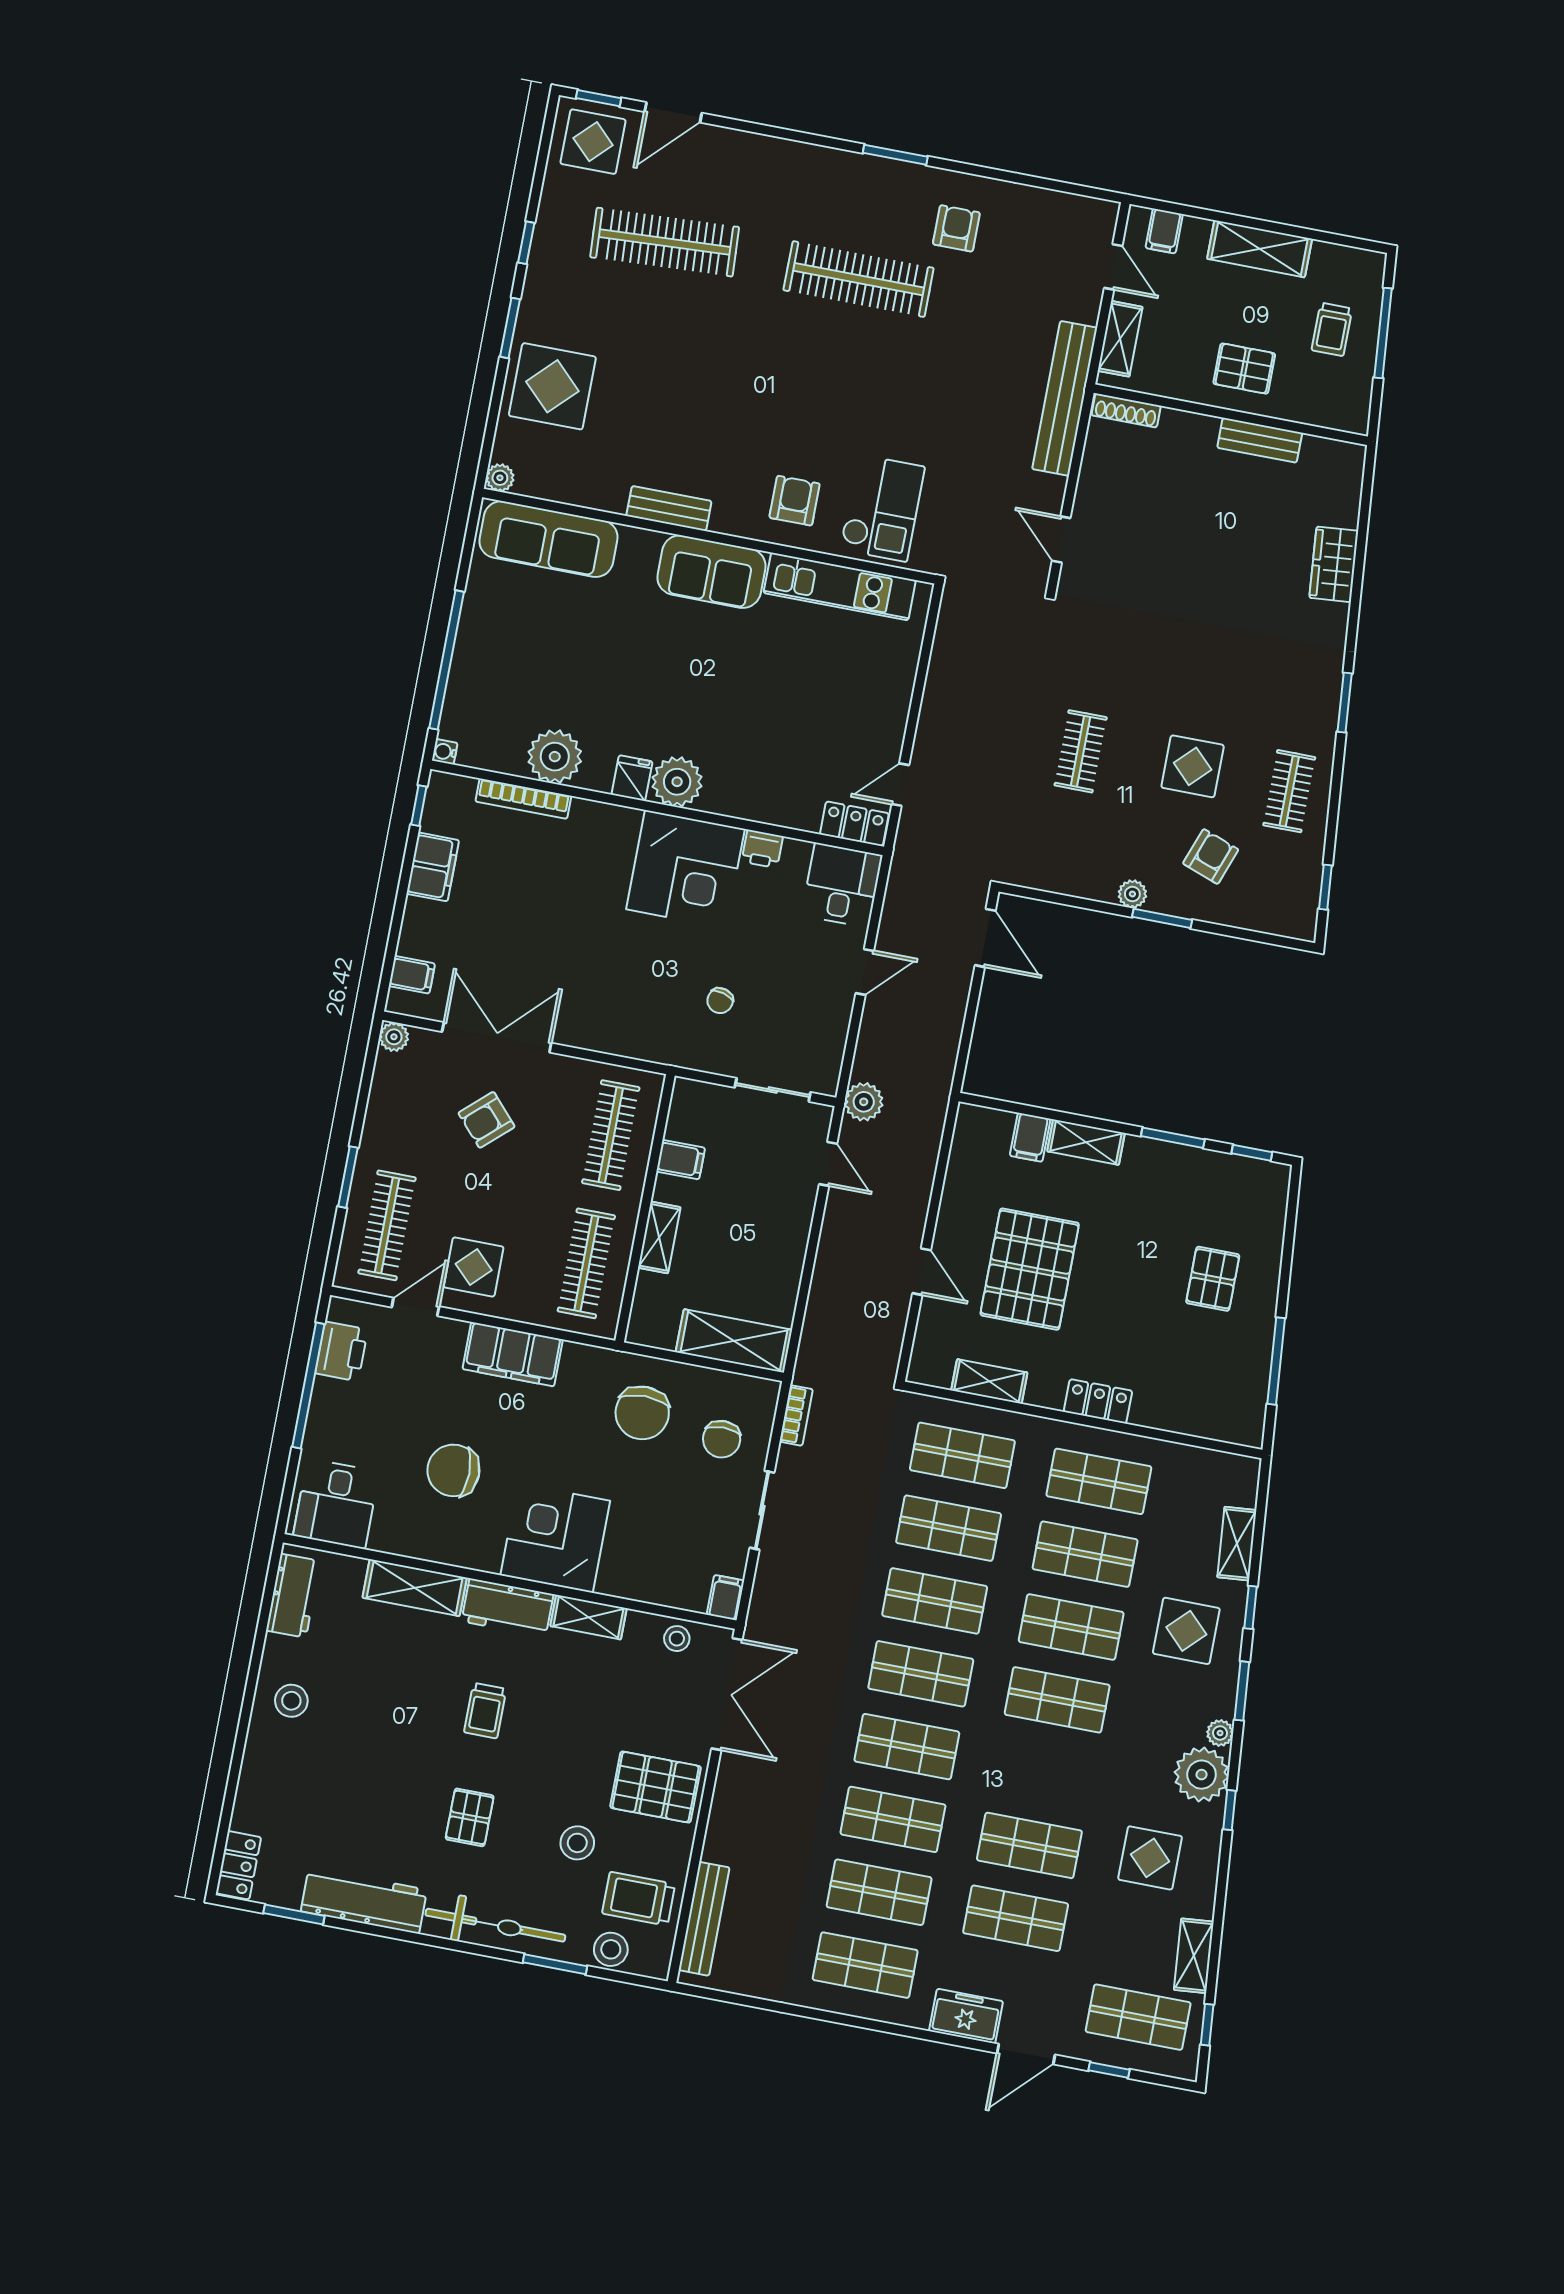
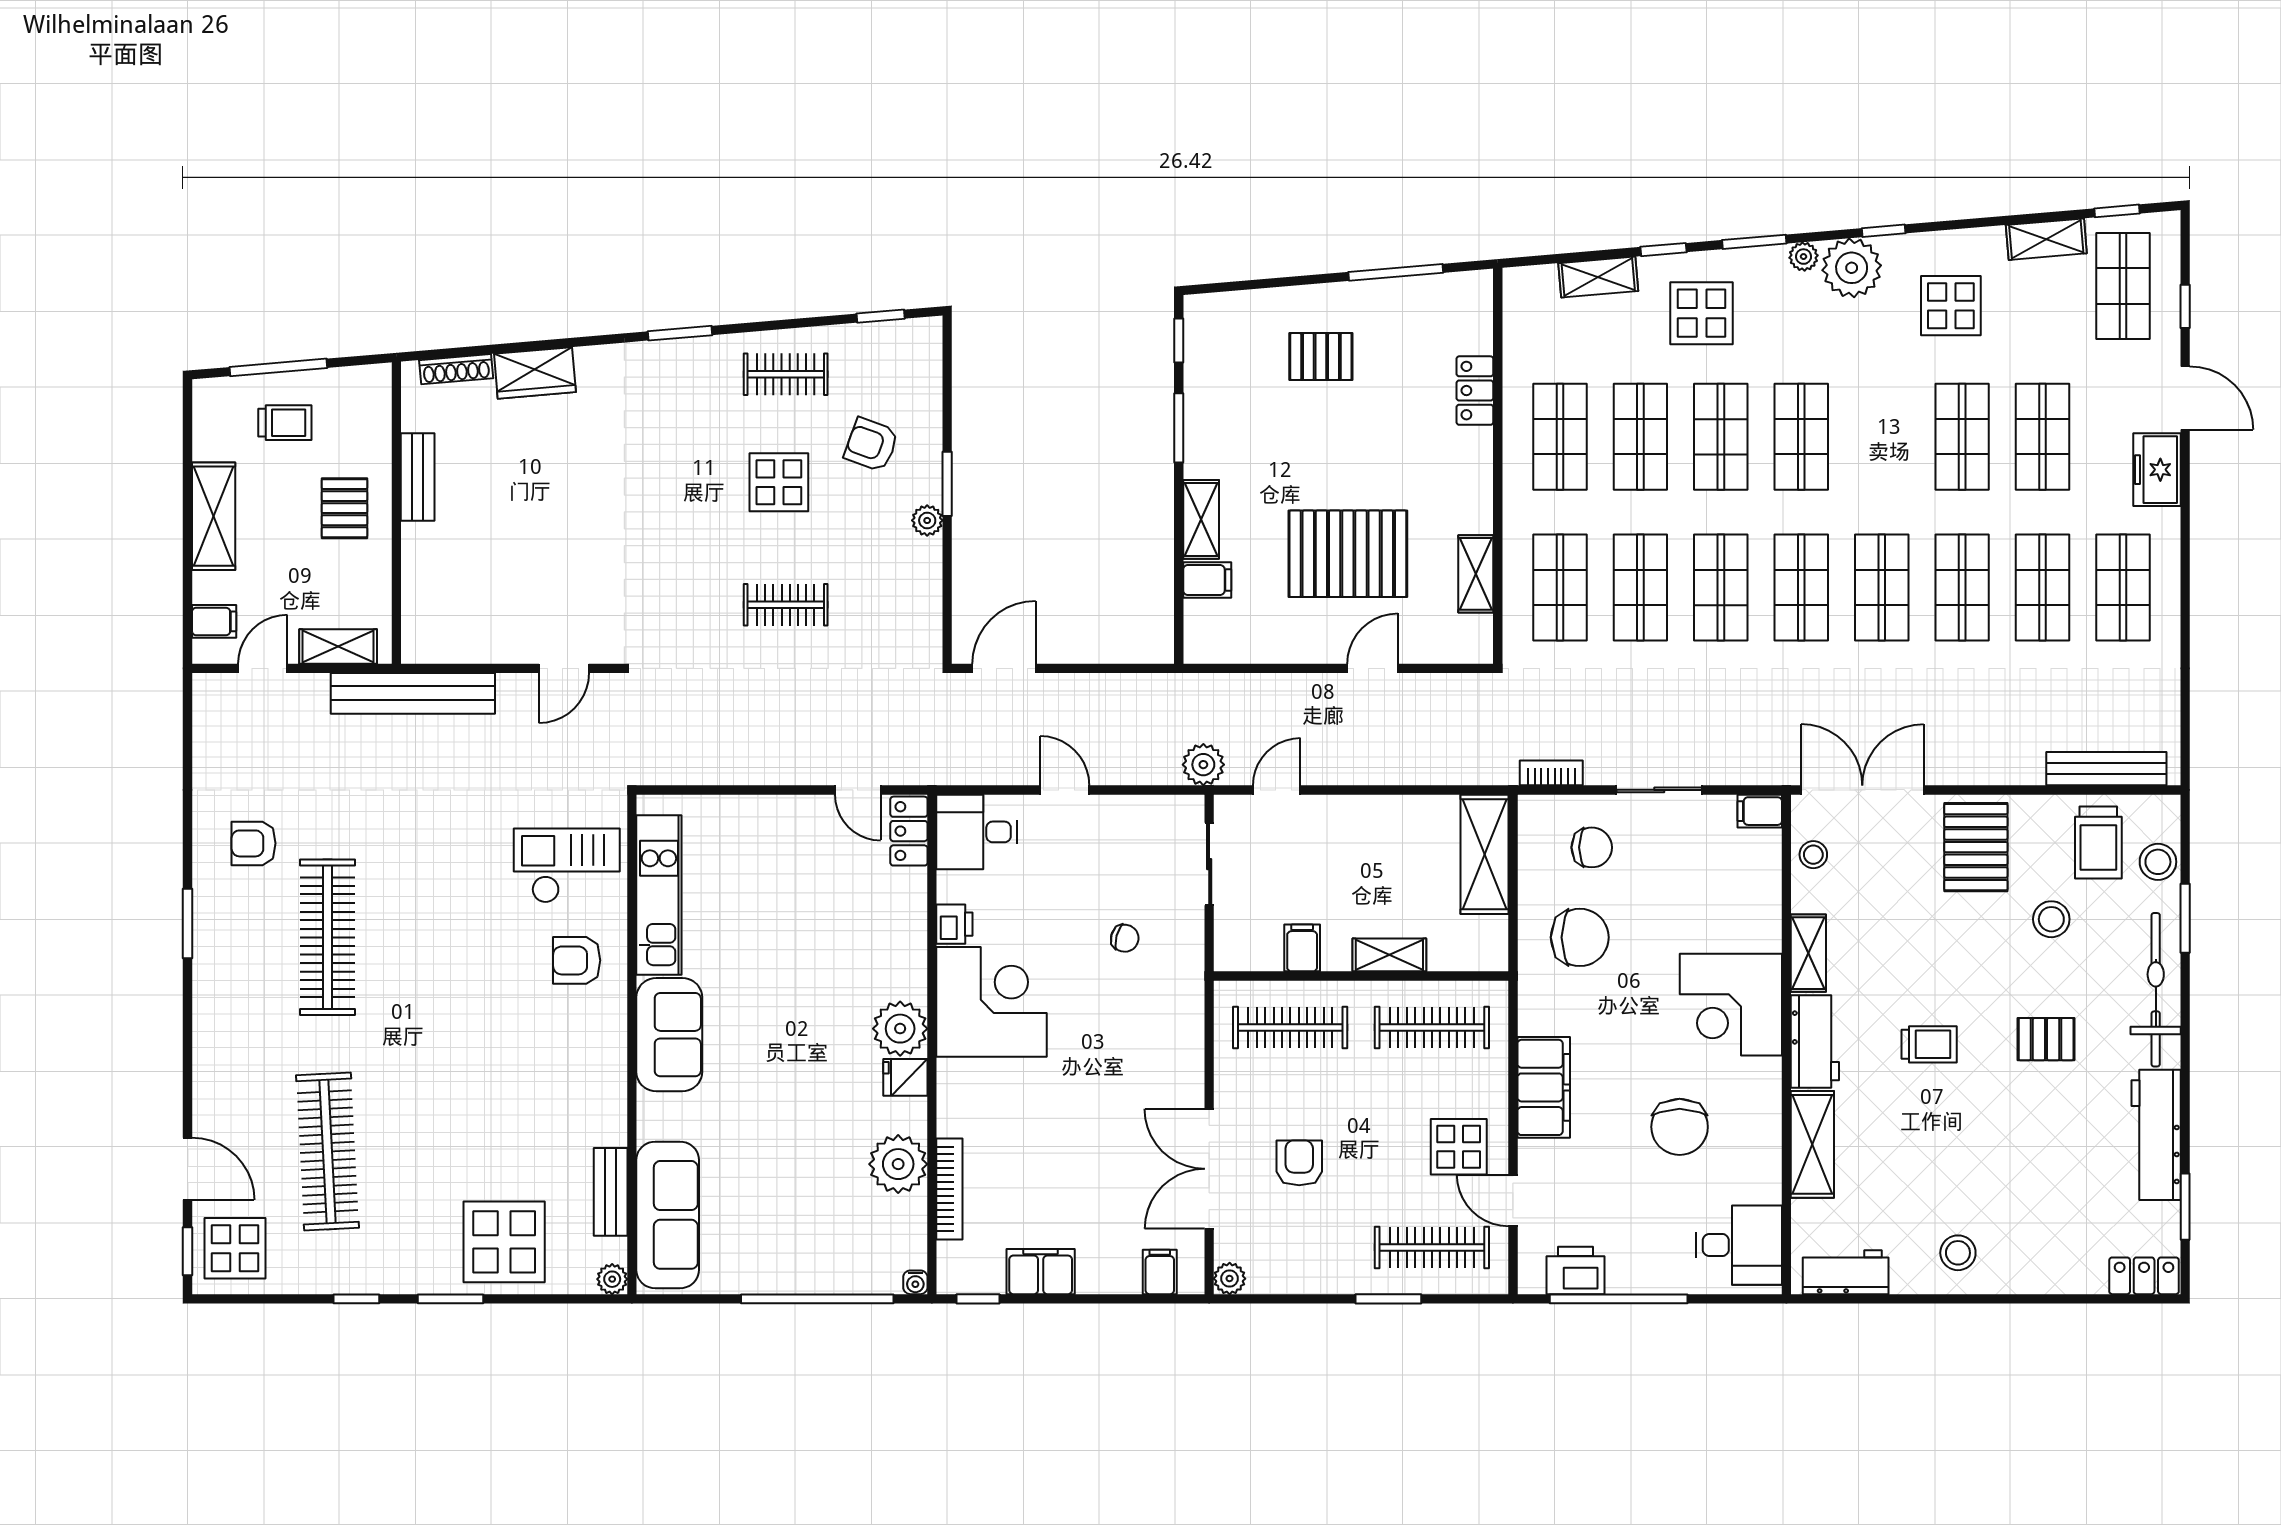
shoe rack: (1126, 411) -> (456, 369), moved, turned 85
bench: (669, 508) -> (611, 1192), moved
armchair: (487, 1120) -> (1299, 1163), turned -138
locker: (1098, 1401) -> (1475, 391), moved

